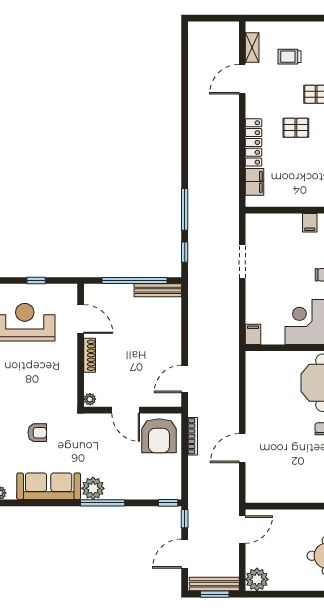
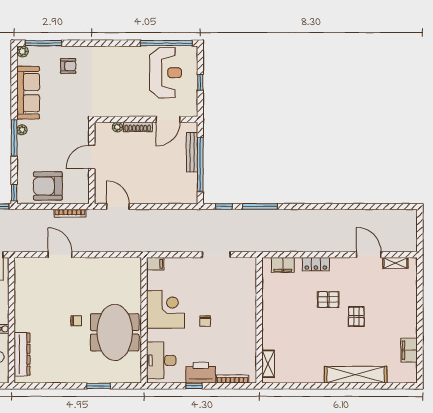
trolley: (289, 57) -> (388, 294), removed
pallet: (296, 128) -> (328, 300), turned 90
locker: (254, 142) -> (316, 264), width x0.66
filing cabinet: (310, 223) -> (249, 311), removed
bench: (158, 290) -> (192, 152), moved
plant: (90, 399) -> (117, 127), moved
armchair: (37, 433) -> (68, 66), moved, turned -90
armchair: (159, 436) -> (48, 186), moved
plant: (93, 488) -> (22, 130), width x0.53, depth x0.53

